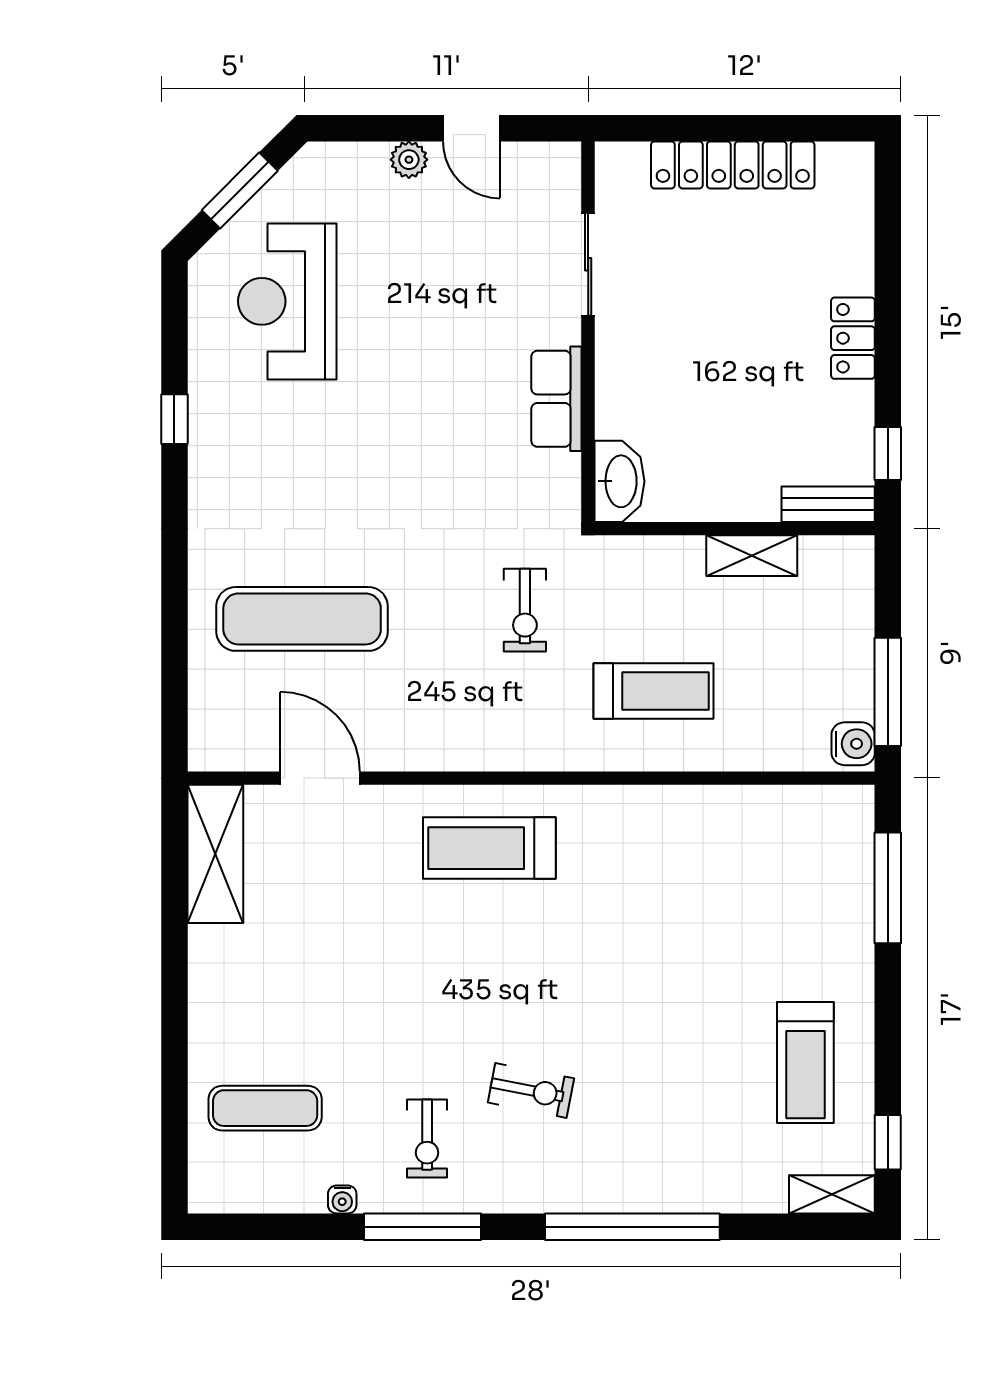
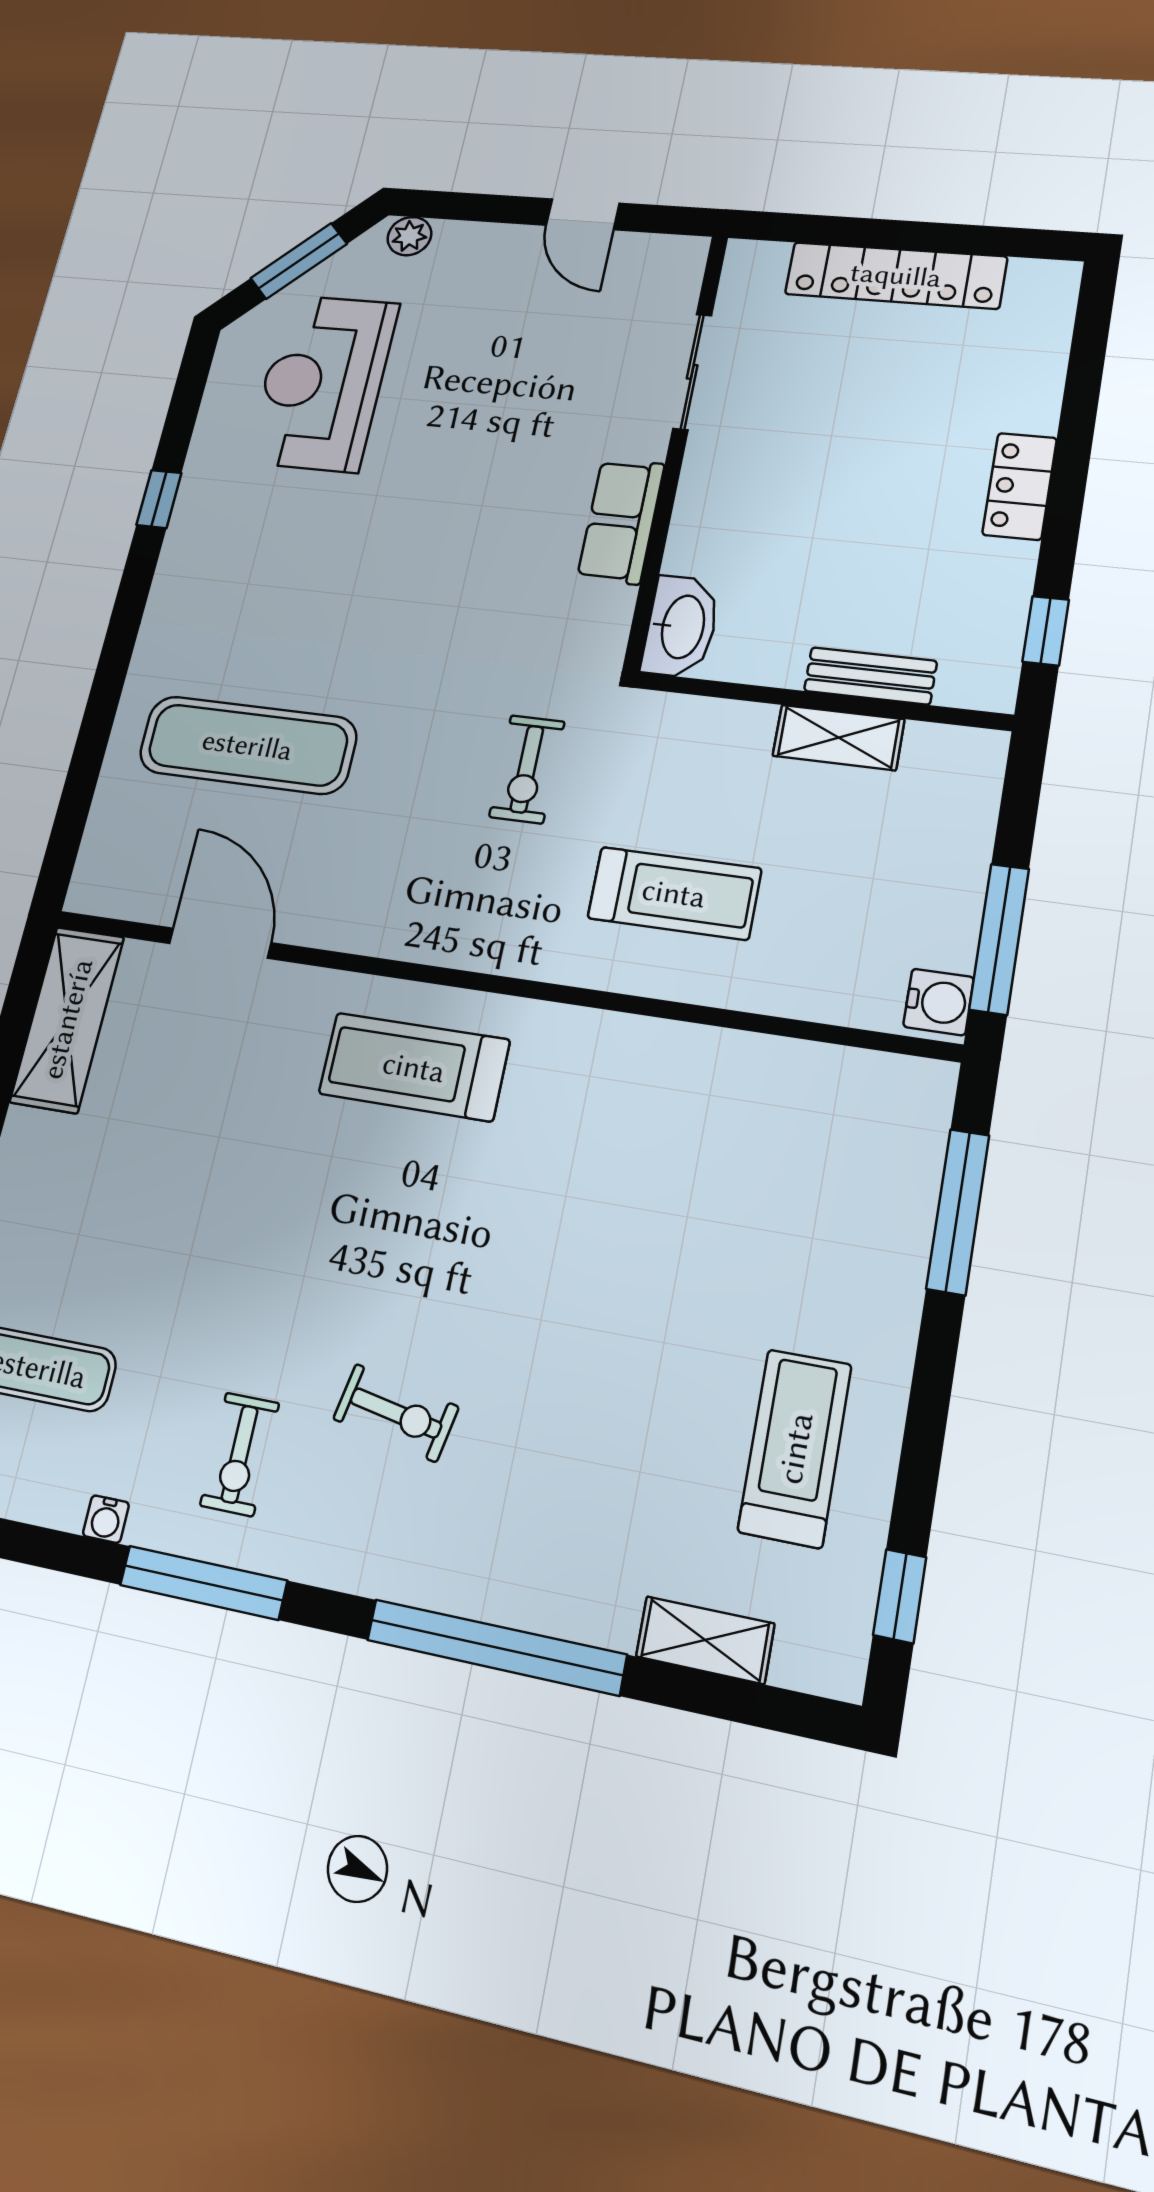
plant: (409, 160) -> (409, 236), moved
bench: (828, 504) -> (870, 676), moved
treadmill: (805, 1063) -> (795, 1448), turned 180
shelving: (832, 1194) -> (705, 1640), moved

